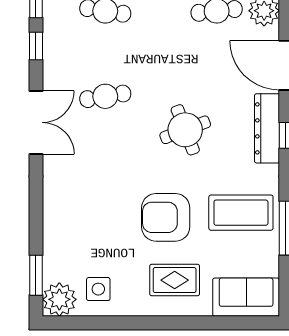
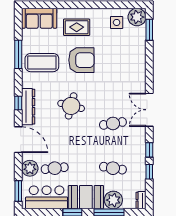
round table: (185, 130) -> (71, 106), turned 35

